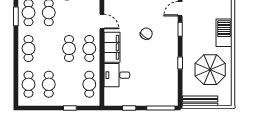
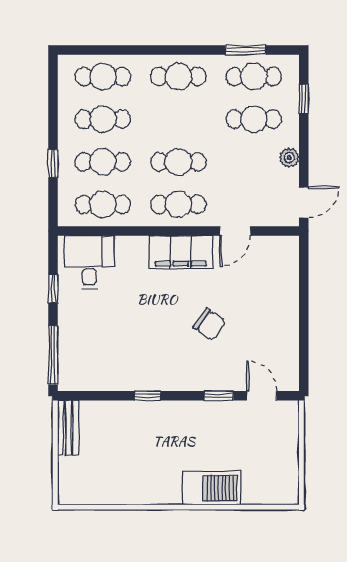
parasol: (210, 70) -> (134, 459), removed
desk: (117, 75) -> (89, 262), moved
cafe table: (69, 84) -> (103, 162), added
bench: (200, 101) -> (68, 428), width x0.73

